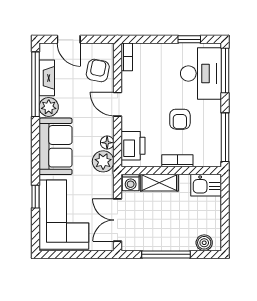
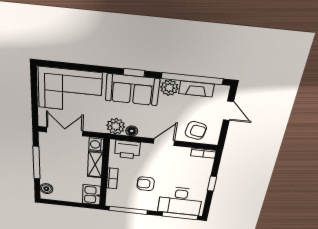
door: (69, 39) -> (228, 111), swing flipped
window: (189, 39) -> (212, 184), moved
window: (35, 197) -> (134, 73), moved

